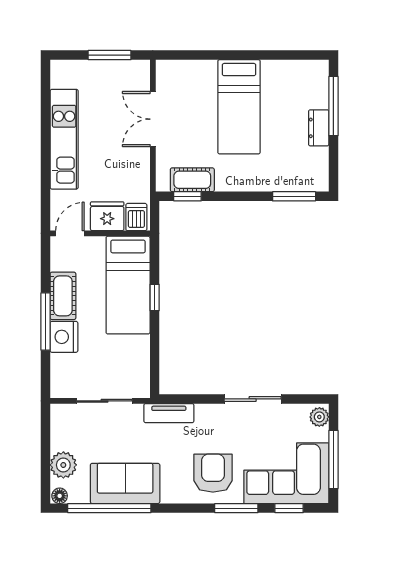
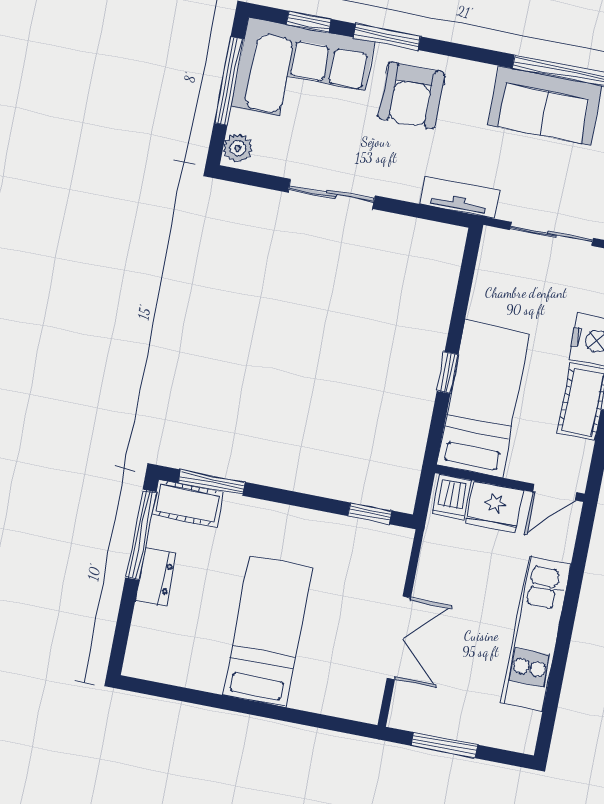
window: (333, 106) -> (141, 535), moved
cot: (192, 180) -> (188, 503), moved

